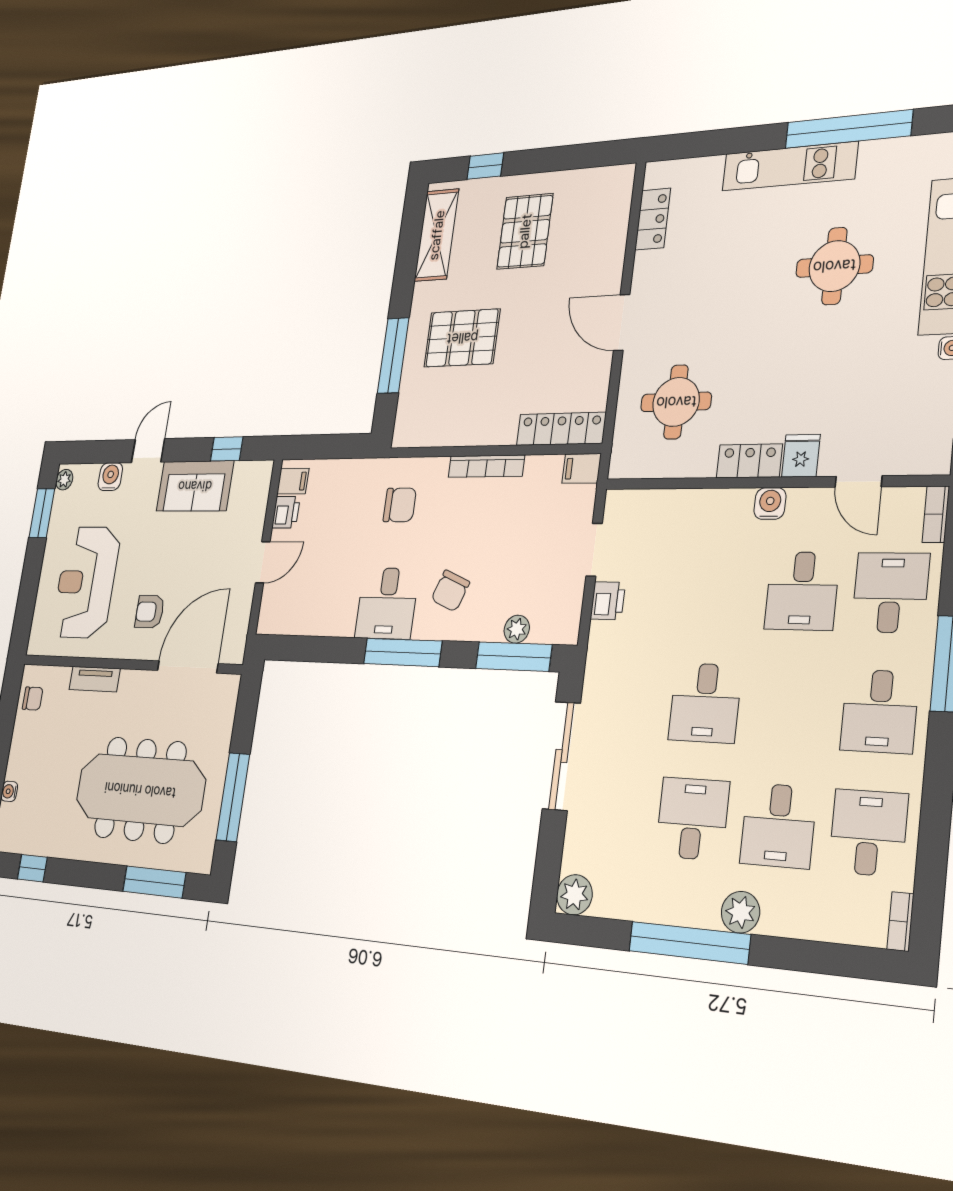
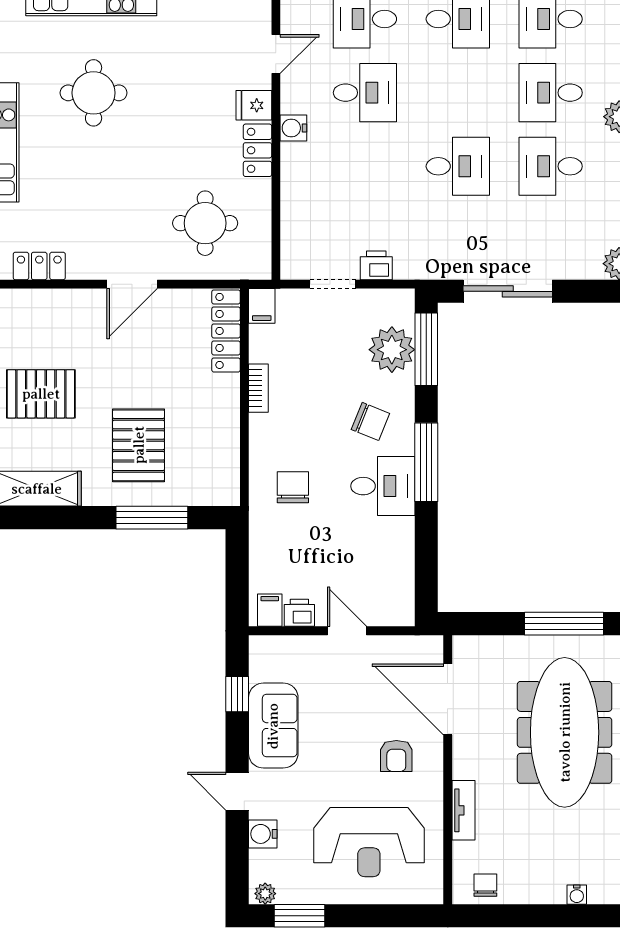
bookcase: (486, 466) -> (258, 388), width x0.64
plant: (517, 629) -> (392, 350), width x1.88, depth x1.88
desk: (778, 826) -> (551, 93), turned 180

